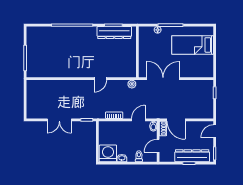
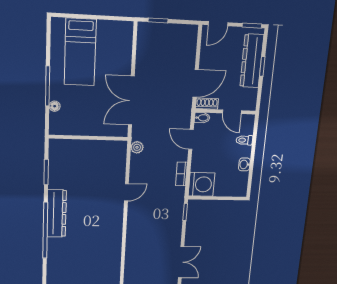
dresser: (114, 32) -> (57, 213), moved
door: (100, 79) -> (126, 192), hinge flipped
double door: (59, 120) -> (181, 262), moved
door: (215, 131) -> (218, 24), hinge flipped
washing machine: (108, 153) -> (201, 184), moved, turned 180

